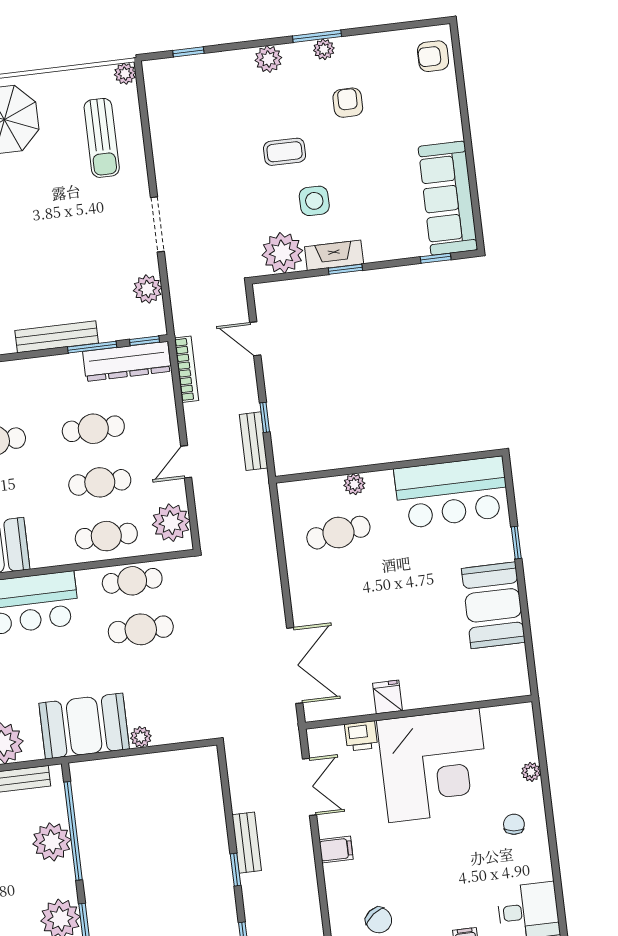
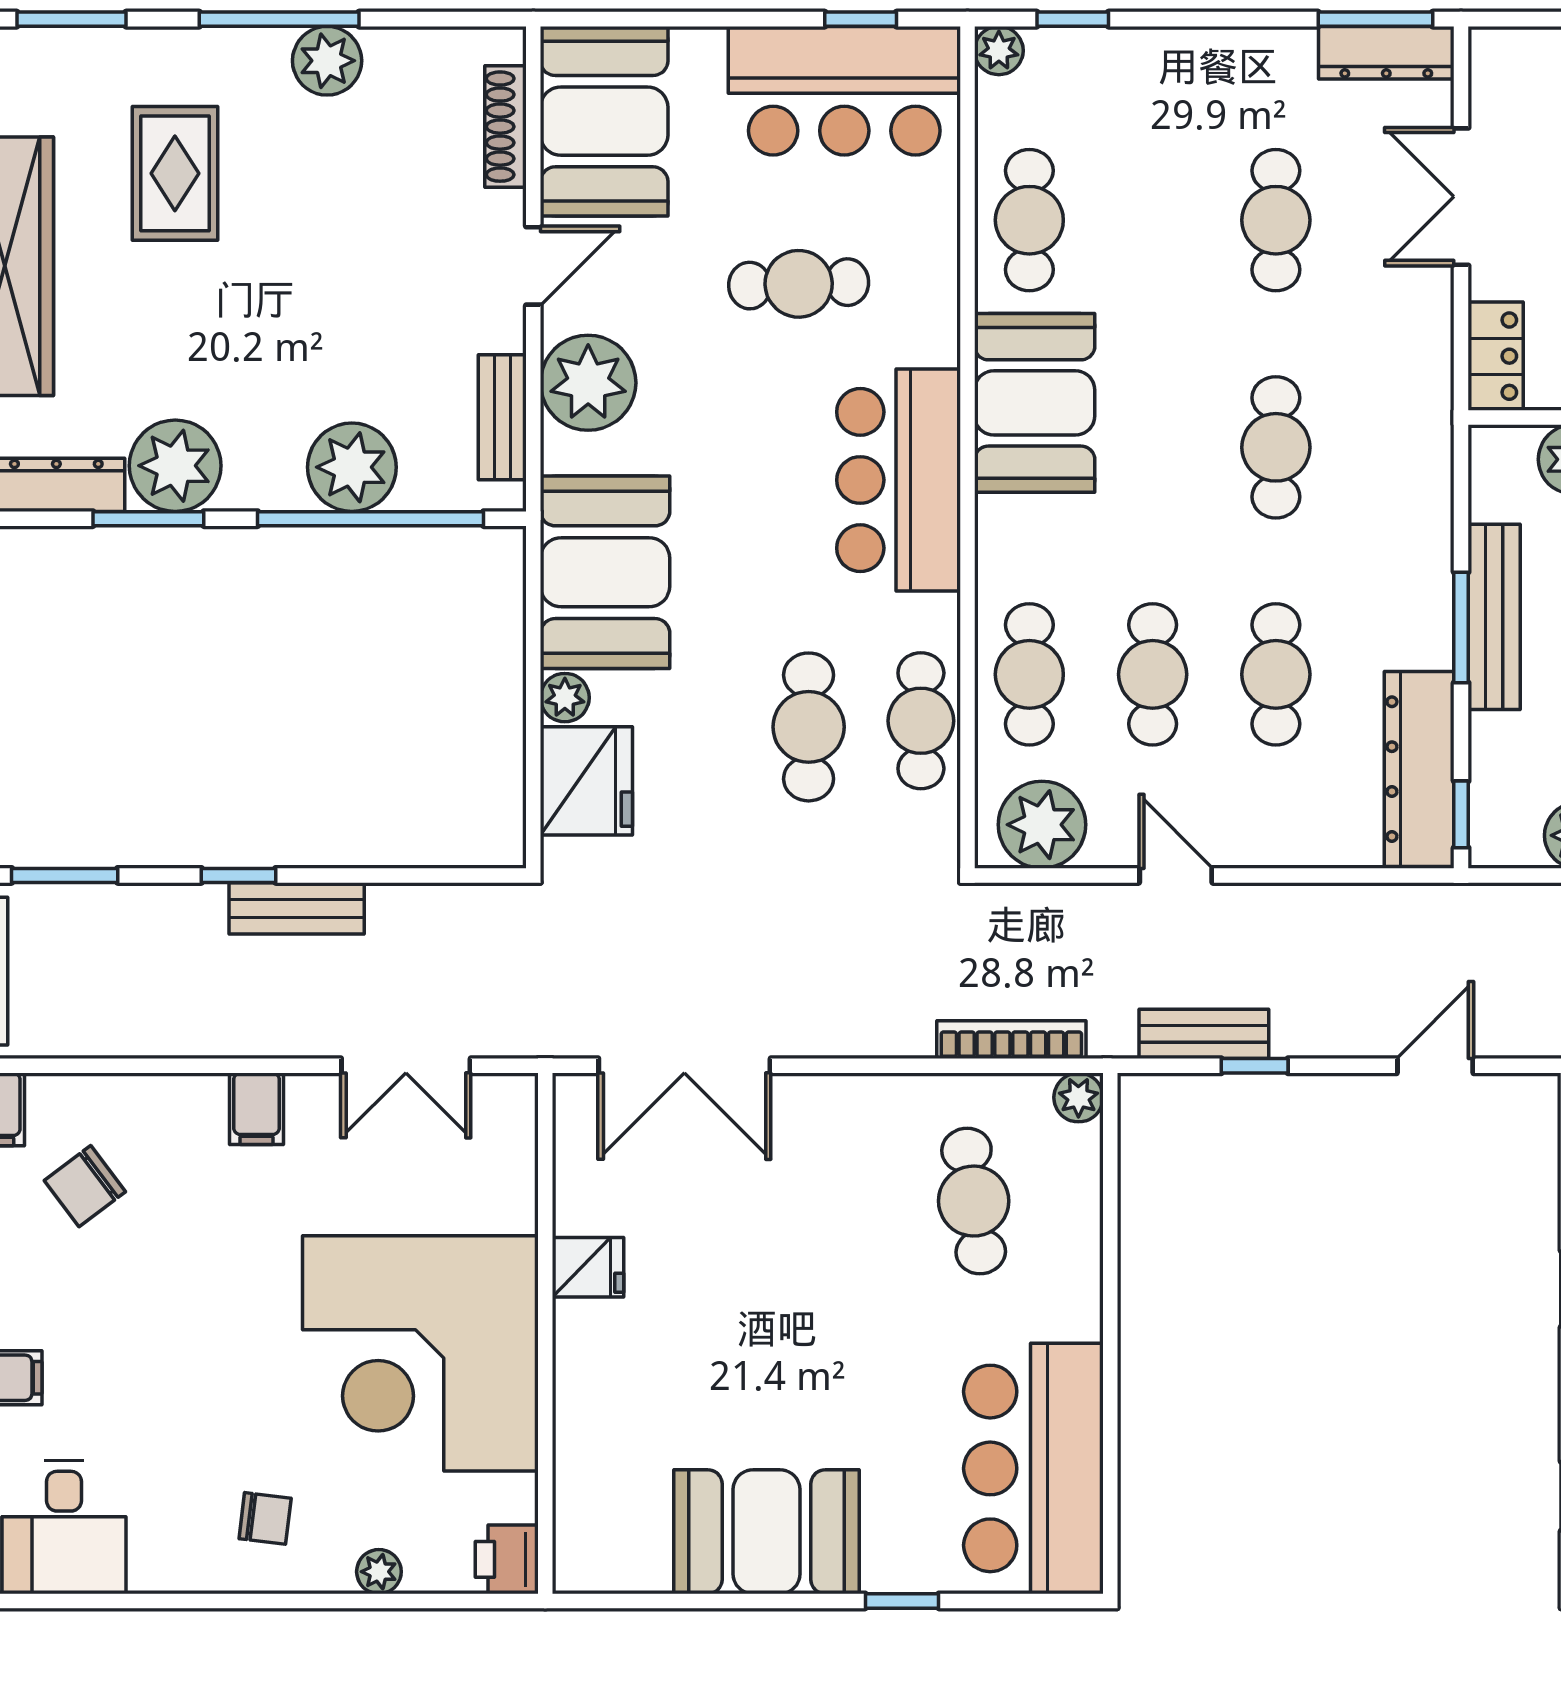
window: (92, 347) -> (1461, 627), moved
bookcase: (186, 369) -> (1011, 1040), moved, turned 180
plant: (354, 484) -> (1078, 1097), moved
fridge: (176, 723) -> (586, 781), added
printer: (361, 736) -> (507, 1559), moved

